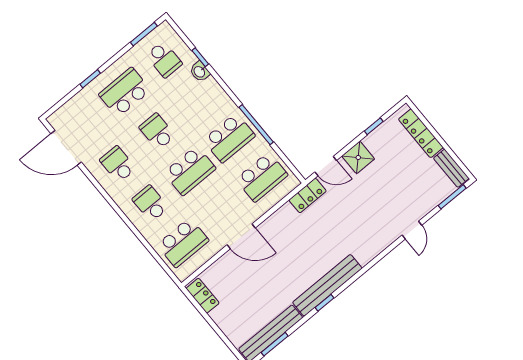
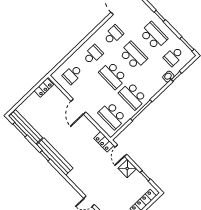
school desk: (157, 131) -> (133, 55), width x1.85
school desk: (183, 243) -> (72, 74), width x0.54

